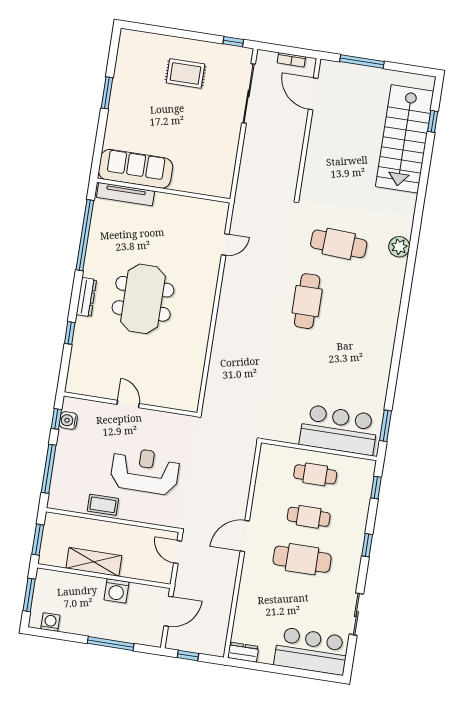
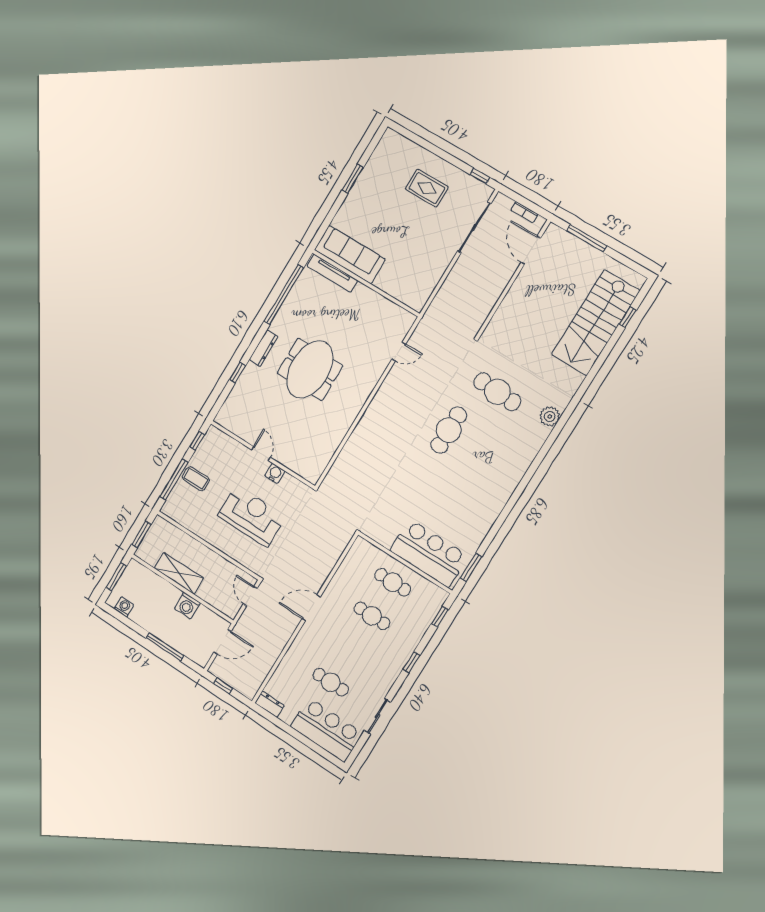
water cooler: (68, 420) -> (275, 473), moved, turned 90
coffee table: (103, 505) -> (196, 479), moved
cafe table: (302, 559) -> (331, 682), moved, width x0.73, depth x0.74

